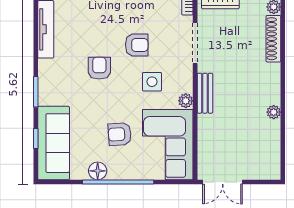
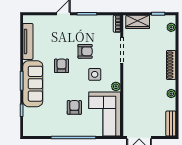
shoe rack: (273, 39) -> (171, 65), moved
bench: (205, 93) -> (171, 124), moved
armchair: (120, 134) -> (74, 107), turned 94
sofa: (54, 143) -> (33, 84), moved
floor lamp: (98, 171) -> (60, 130), removed

